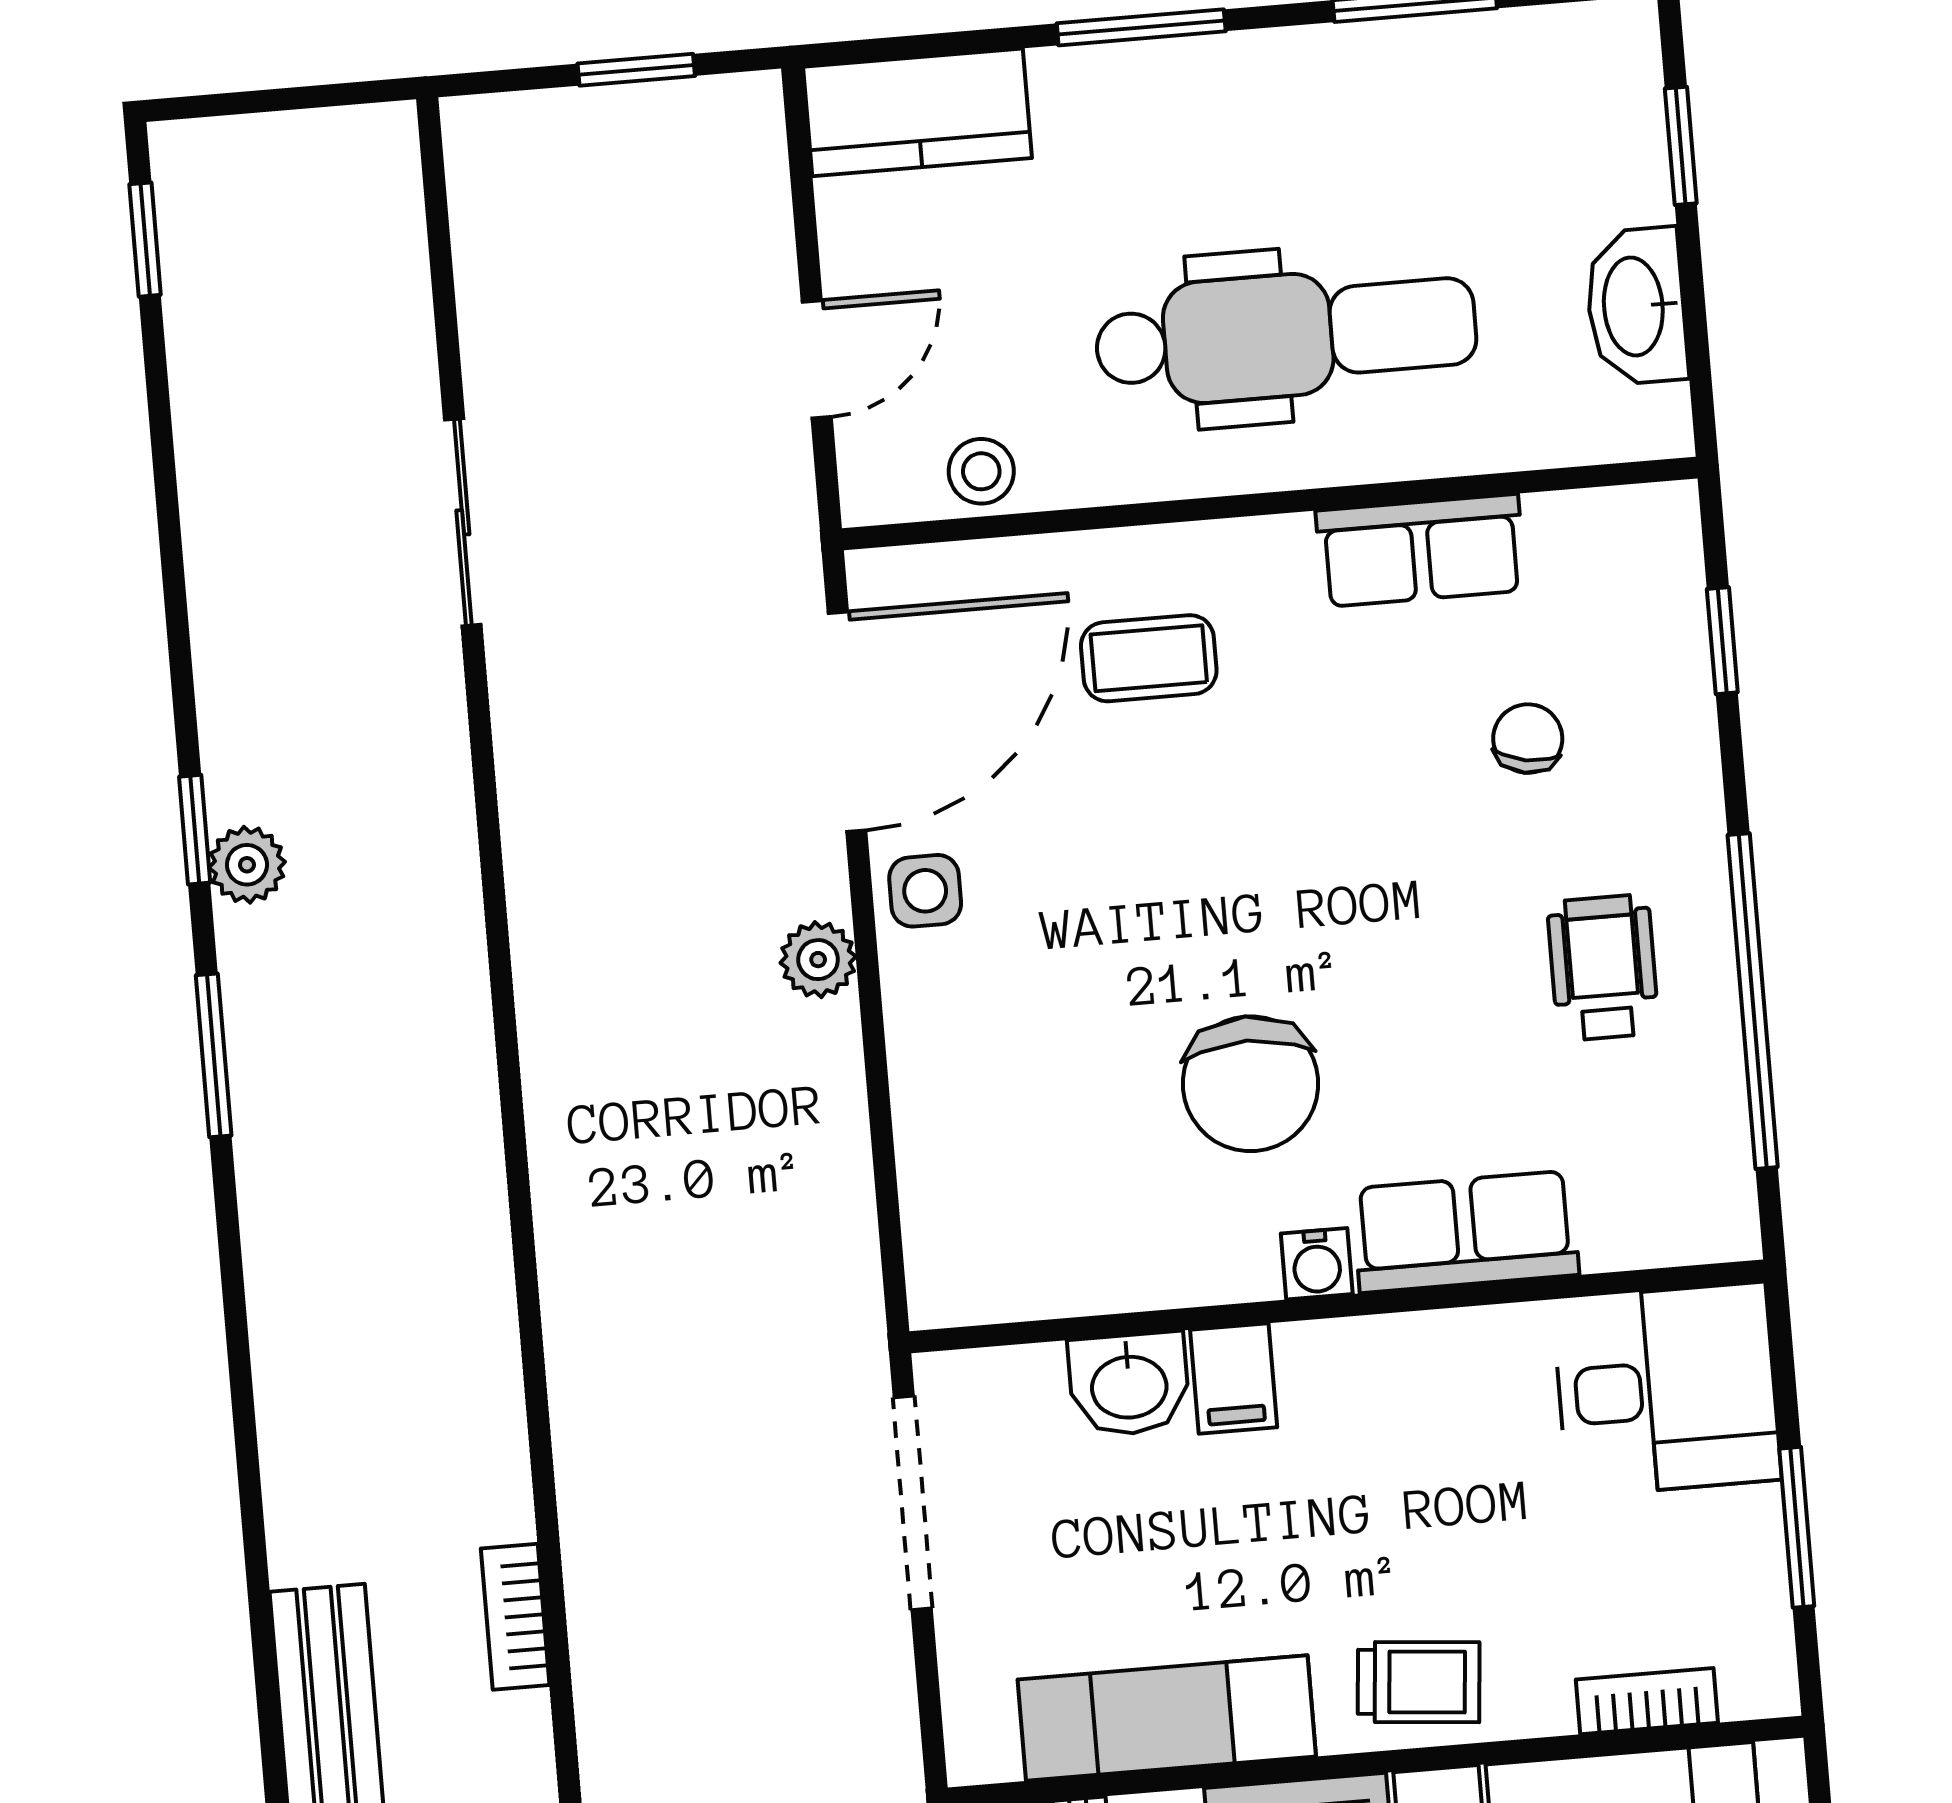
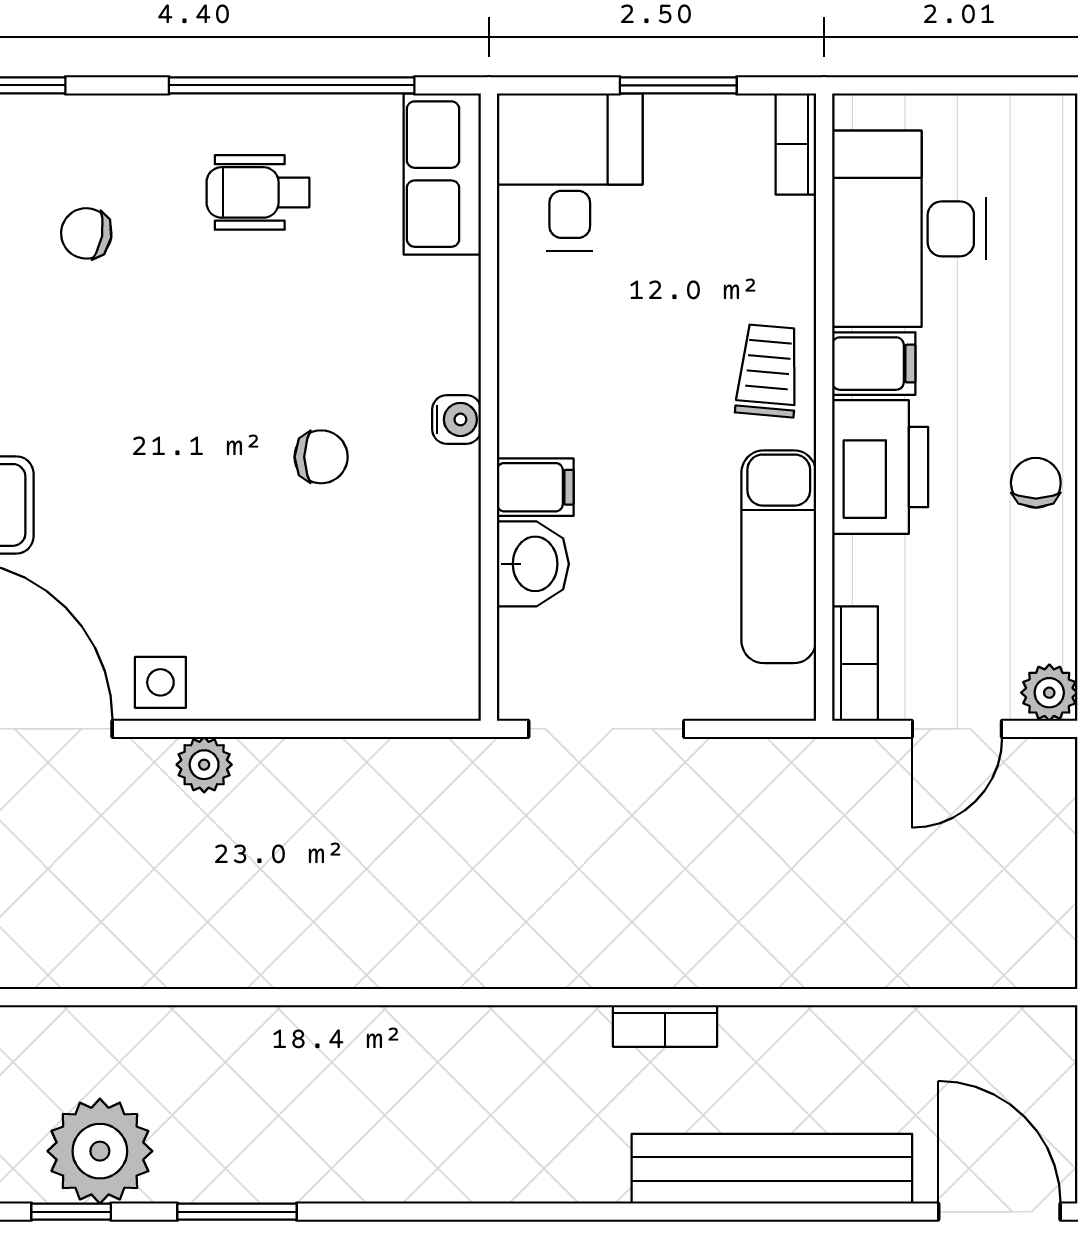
plant: (247, 865) -> (100, 1151), width x1.88, depth x1.88
chair: (1250, 1084) -> (321, 457), width x0.54, depth x0.54
row of seats: (1465, 1232) -> (442, 174), moved
bookcase: (1647, 1701) -> (796, 144), moved

